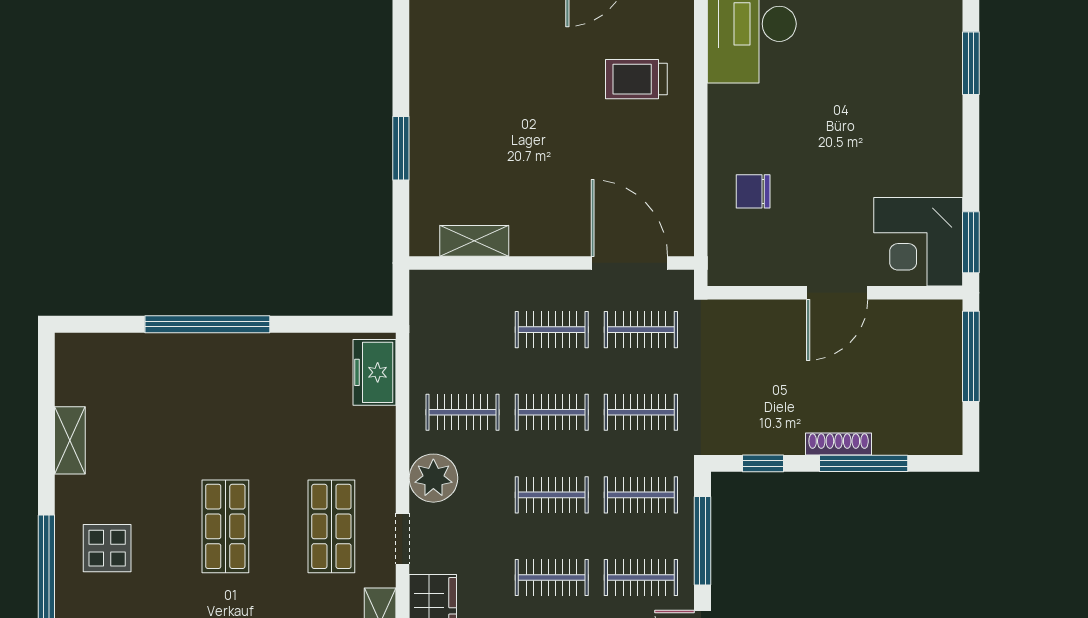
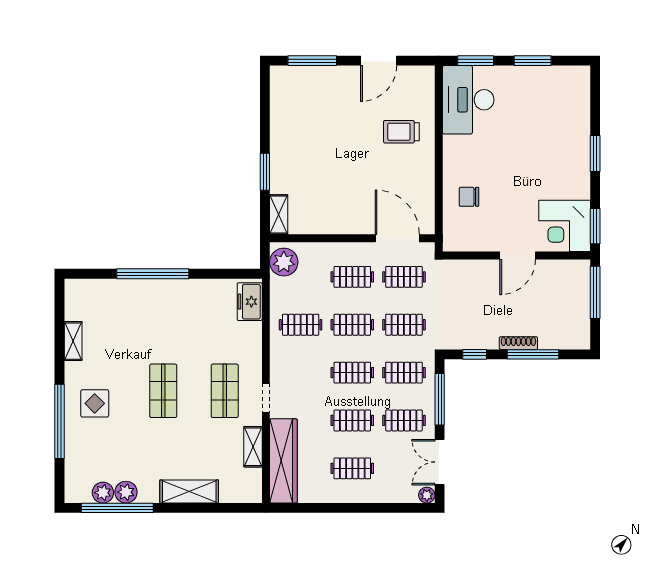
window: (971, 63) -> (595, 153), moved
shelving: (474, 241) -> (279, 214), moved, turned 90
plant: (433, 478) -> (284, 262), moved

